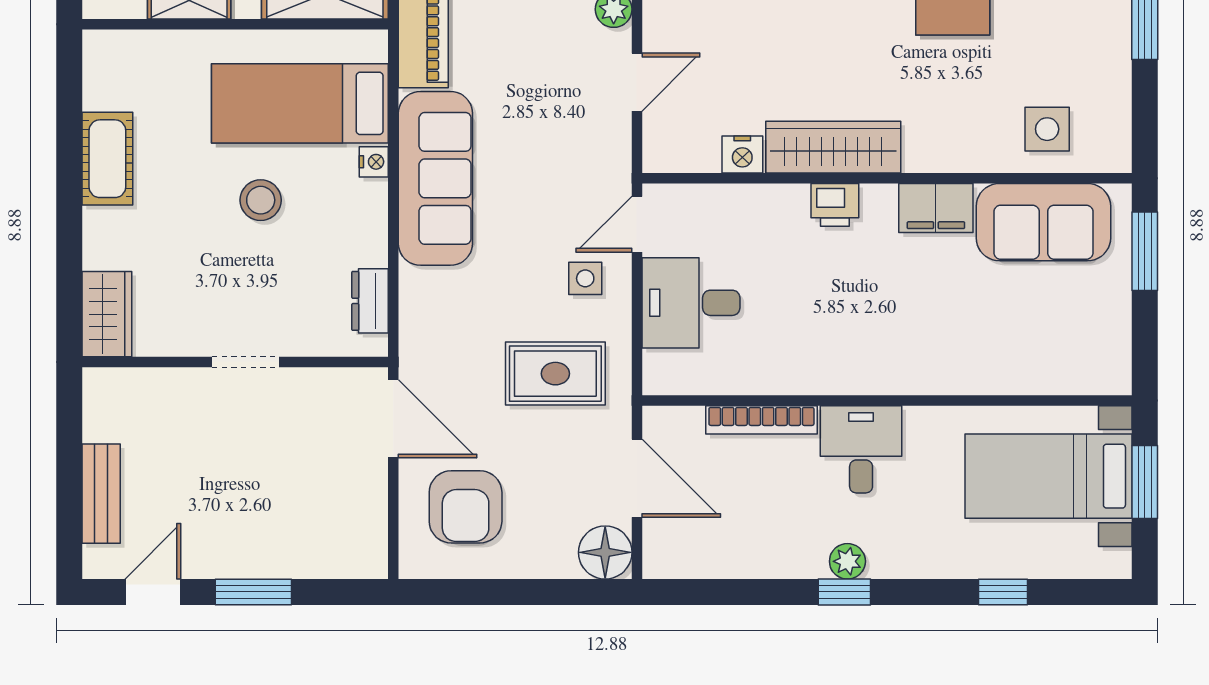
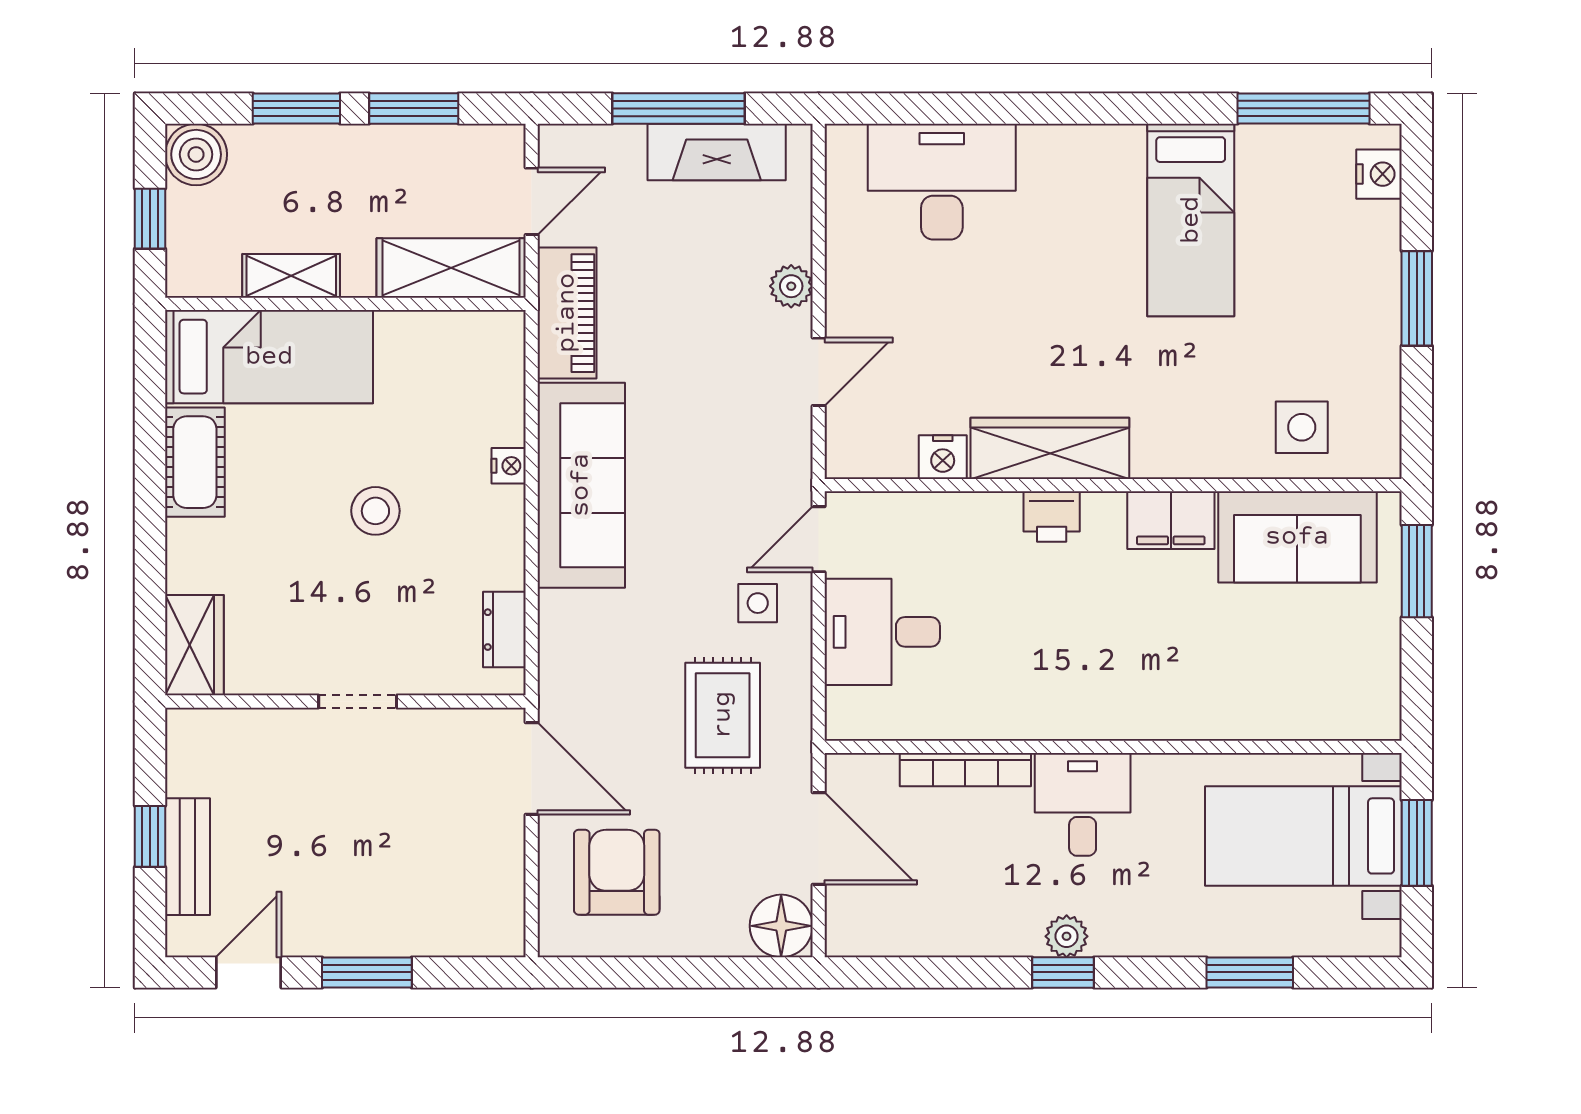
bed: (300, 103) -> (269, 357), moved, turned 180
rug: (555, 374) -> (723, 715), turned 90
window: (69, 476) -> (150, 836), added
armchair: (466, 507) -> (617, 872), turned 180
window: (1003, 592) -> (1250, 972), width x1.50

